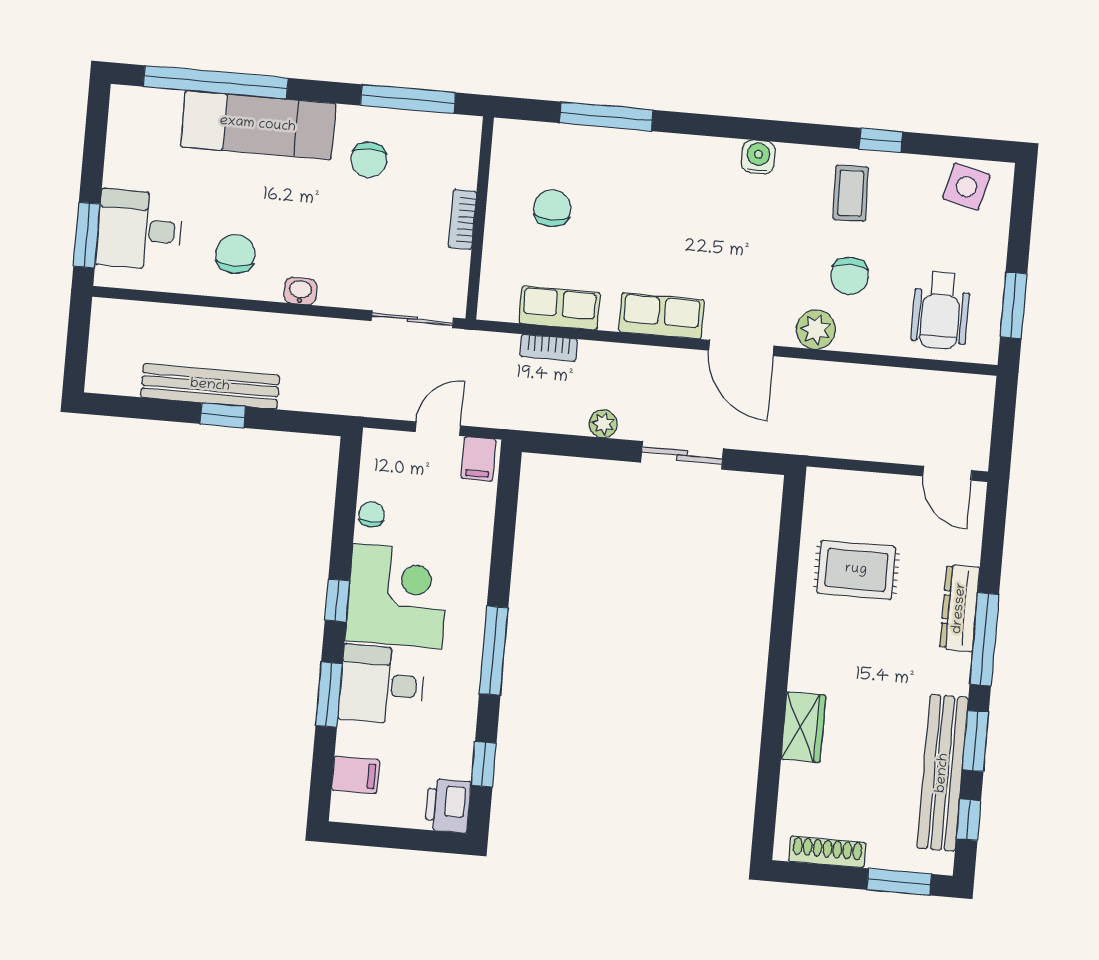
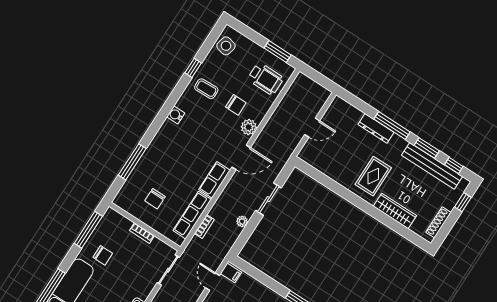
chair: (552, 208) -> (155, 199), turned -90
row of seats: (559, 308) -> (192, 215), width x1.48
door: (947, 473) -> (312, 128), moved
rug: (856, 570) -> (373, 176), moved
wardrobe: (803, 727) -> (395, 211), width x1.50
window: (899, 882) -> (463, 202), width x0.67

